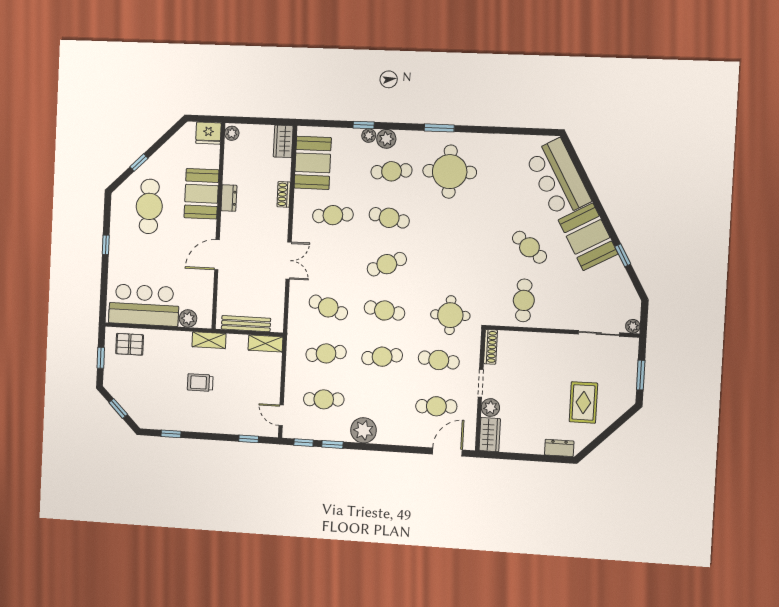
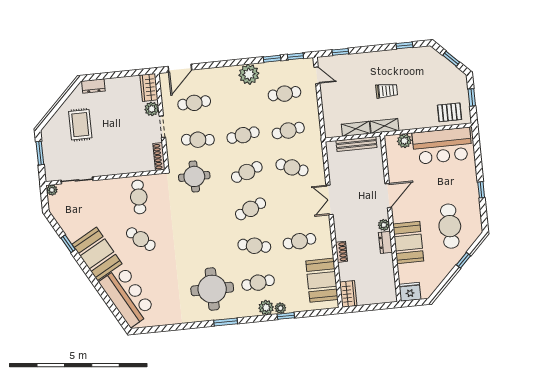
plant: (232, 133) -> (384, 225), moved
cafe table: (384, 310) -> (247, 172), turned -30
shelving: (265, 343) -> (356, 129), moved

